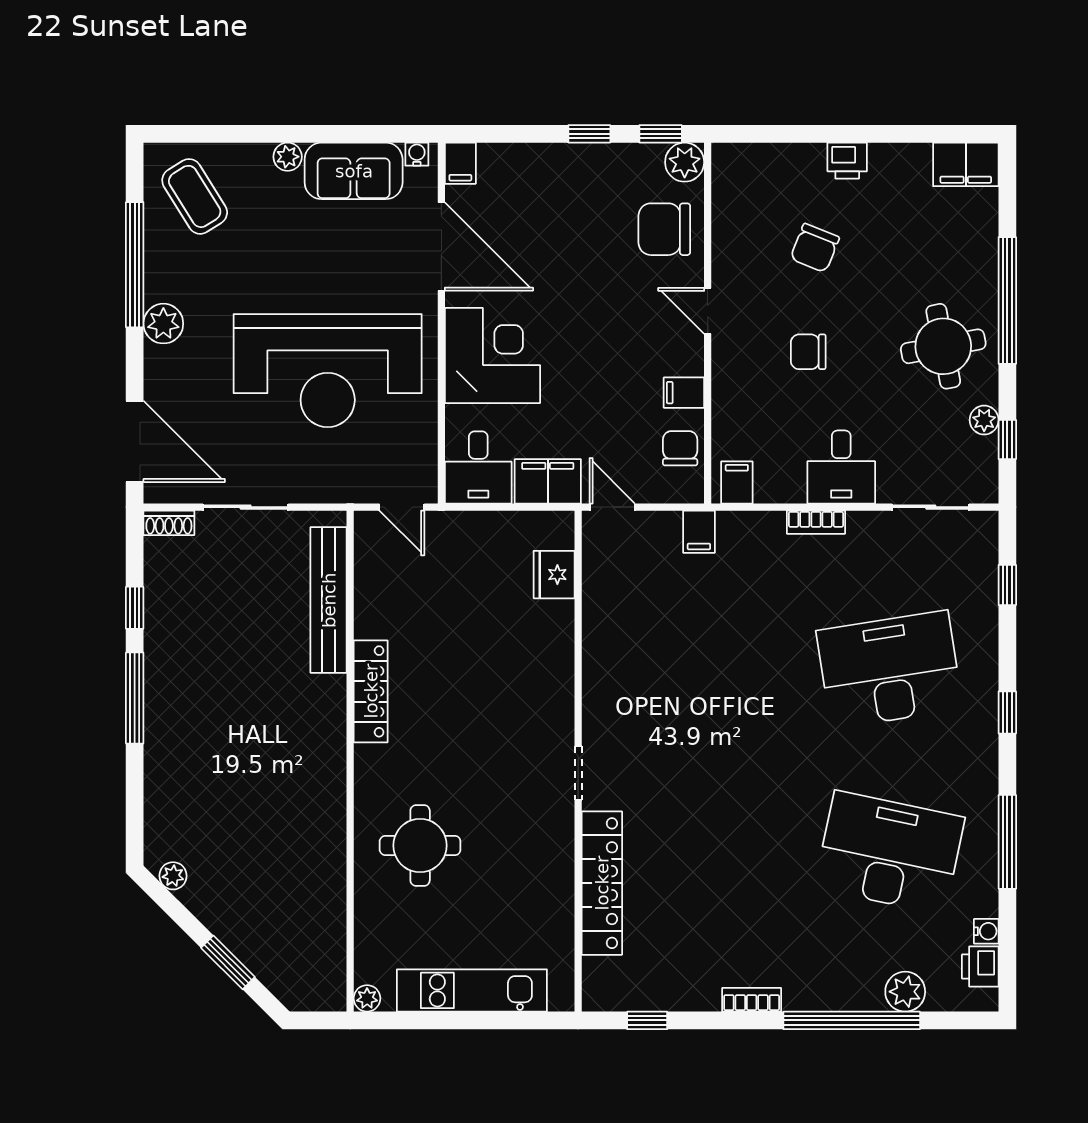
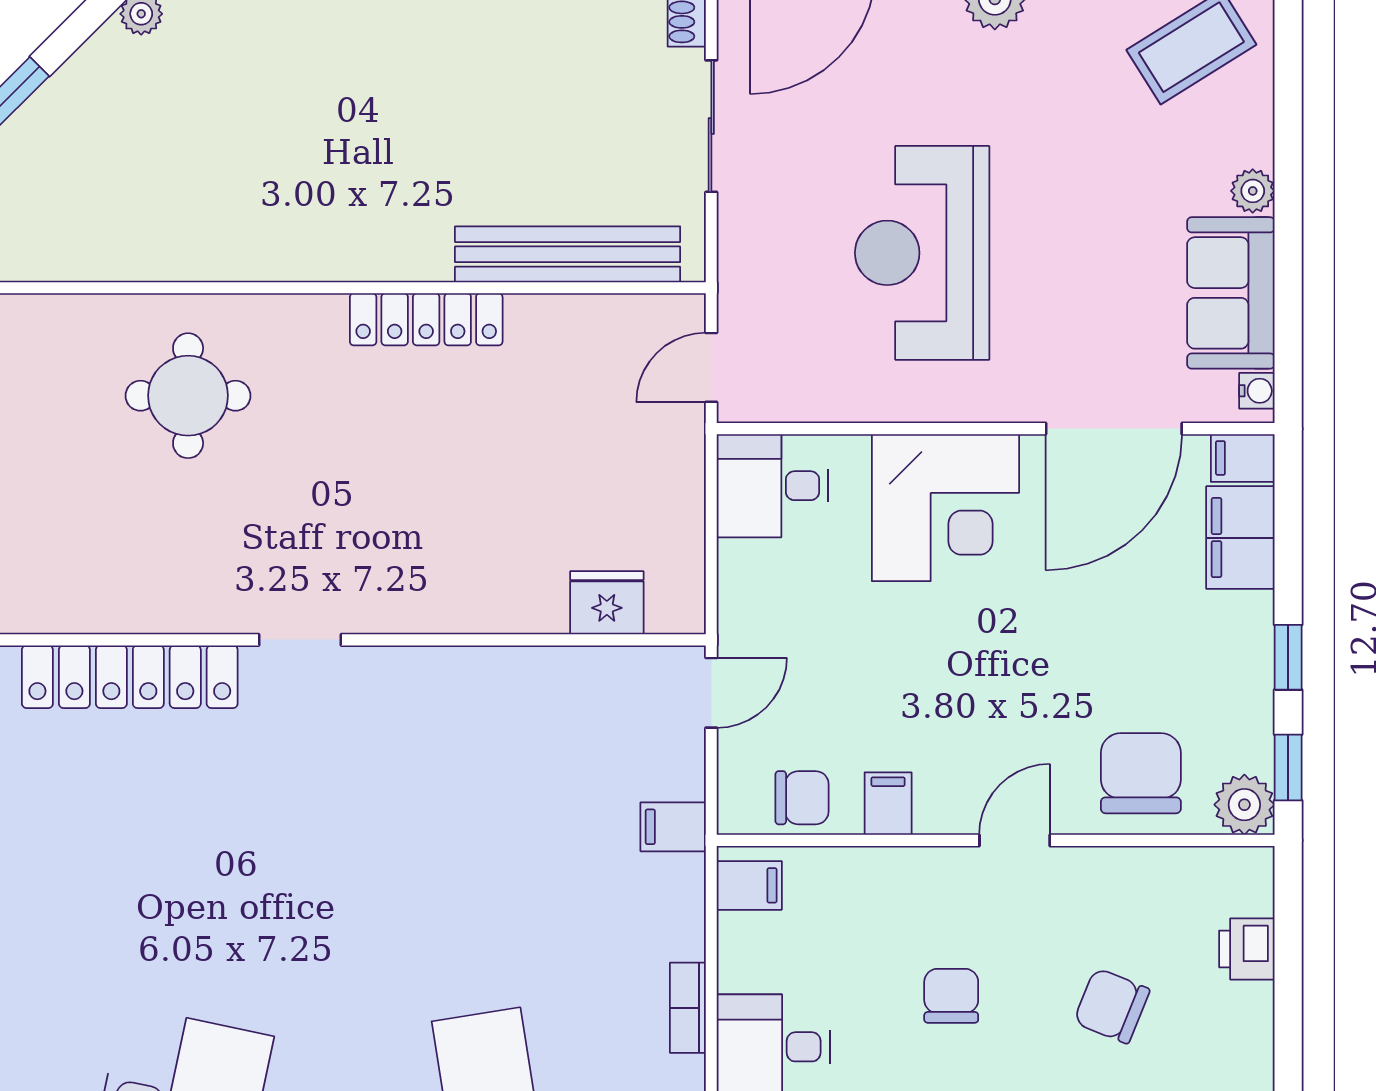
printer: (847, 161) -> (1247, 949), moved
reception desk: (328, 371) -> (922, 253), width x0.74, depth x0.77
filing cabinet: (548, 481) -> (1240, 538), moved, turned 180

